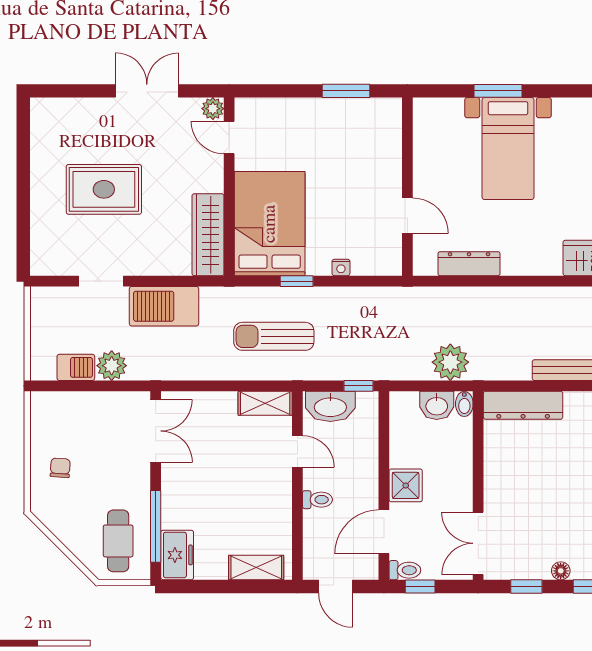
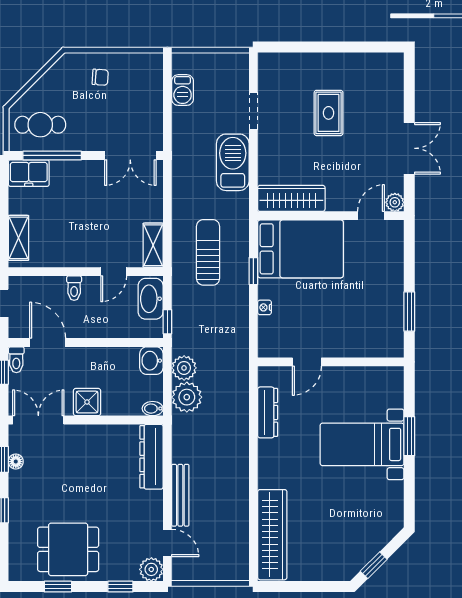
rug: (104, 189) -> (329, 113), width x0.73, depth x0.70
plant: (112, 366) -> (184, 368), moved
washbasin: (437, 405) -> (151, 361), moved
shower: (406, 485) -> (87, 402), moved
floor lamp: (561, 571) -> (16, 462), moved

